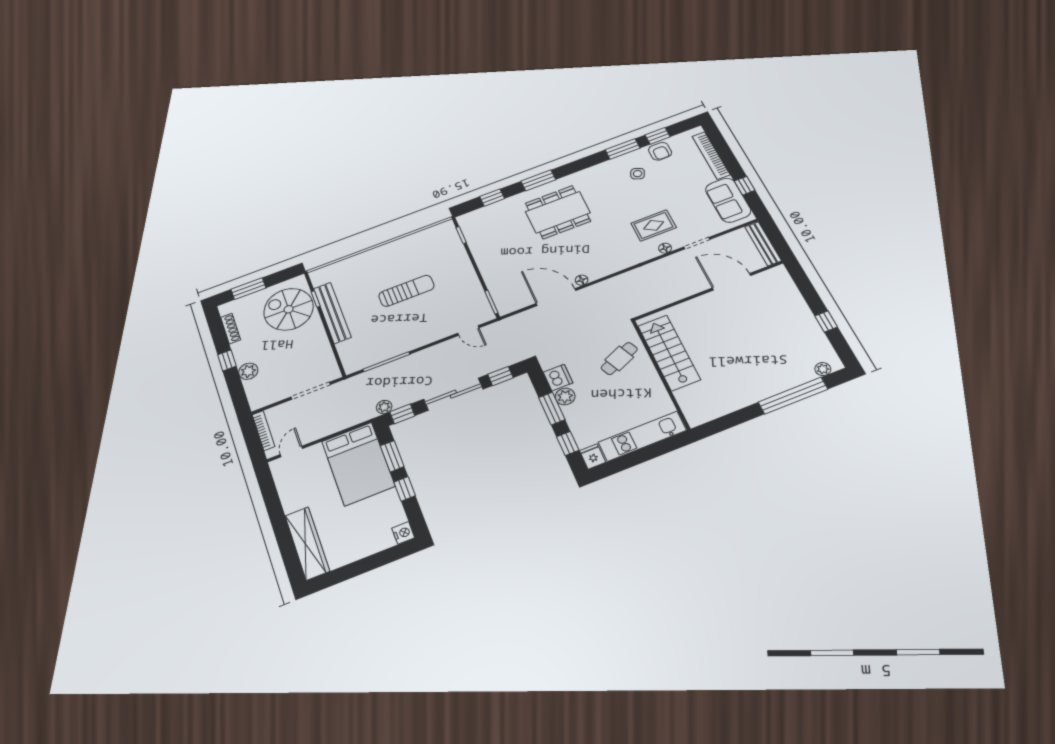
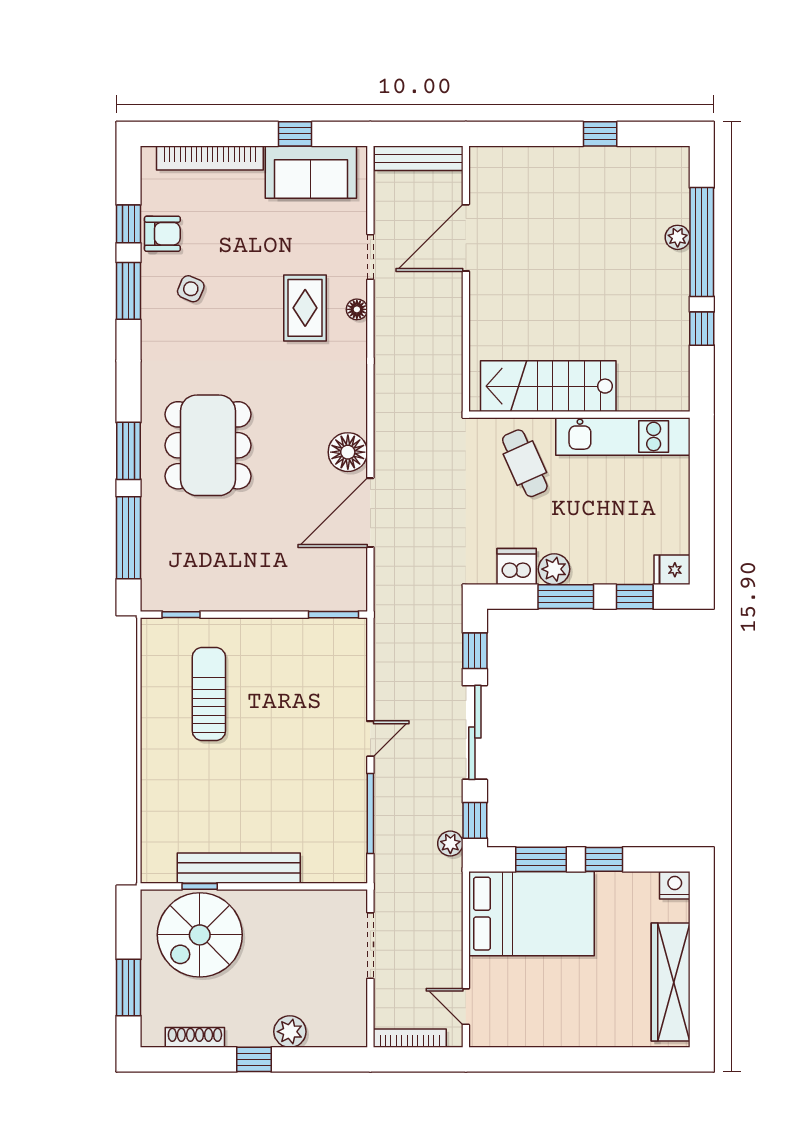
window: (492, 198) -> (128, 538), width x2.17
floor lamp: (582, 280) -> (348, 452), width x1.89, depth x1.89
sun lounger: (406, 291) -> (209, 694), moved
door: (468, 331) -> (370, 739), moved
plant: (823, 369) -> (678, 237), moved
window: (743, 416) -> (702, 329), added
kitchen unit: (642, 436) -> (623, 436), moved, turned -90
wardrobe: (307, 543) -> (671, 982), moved, turned -90

